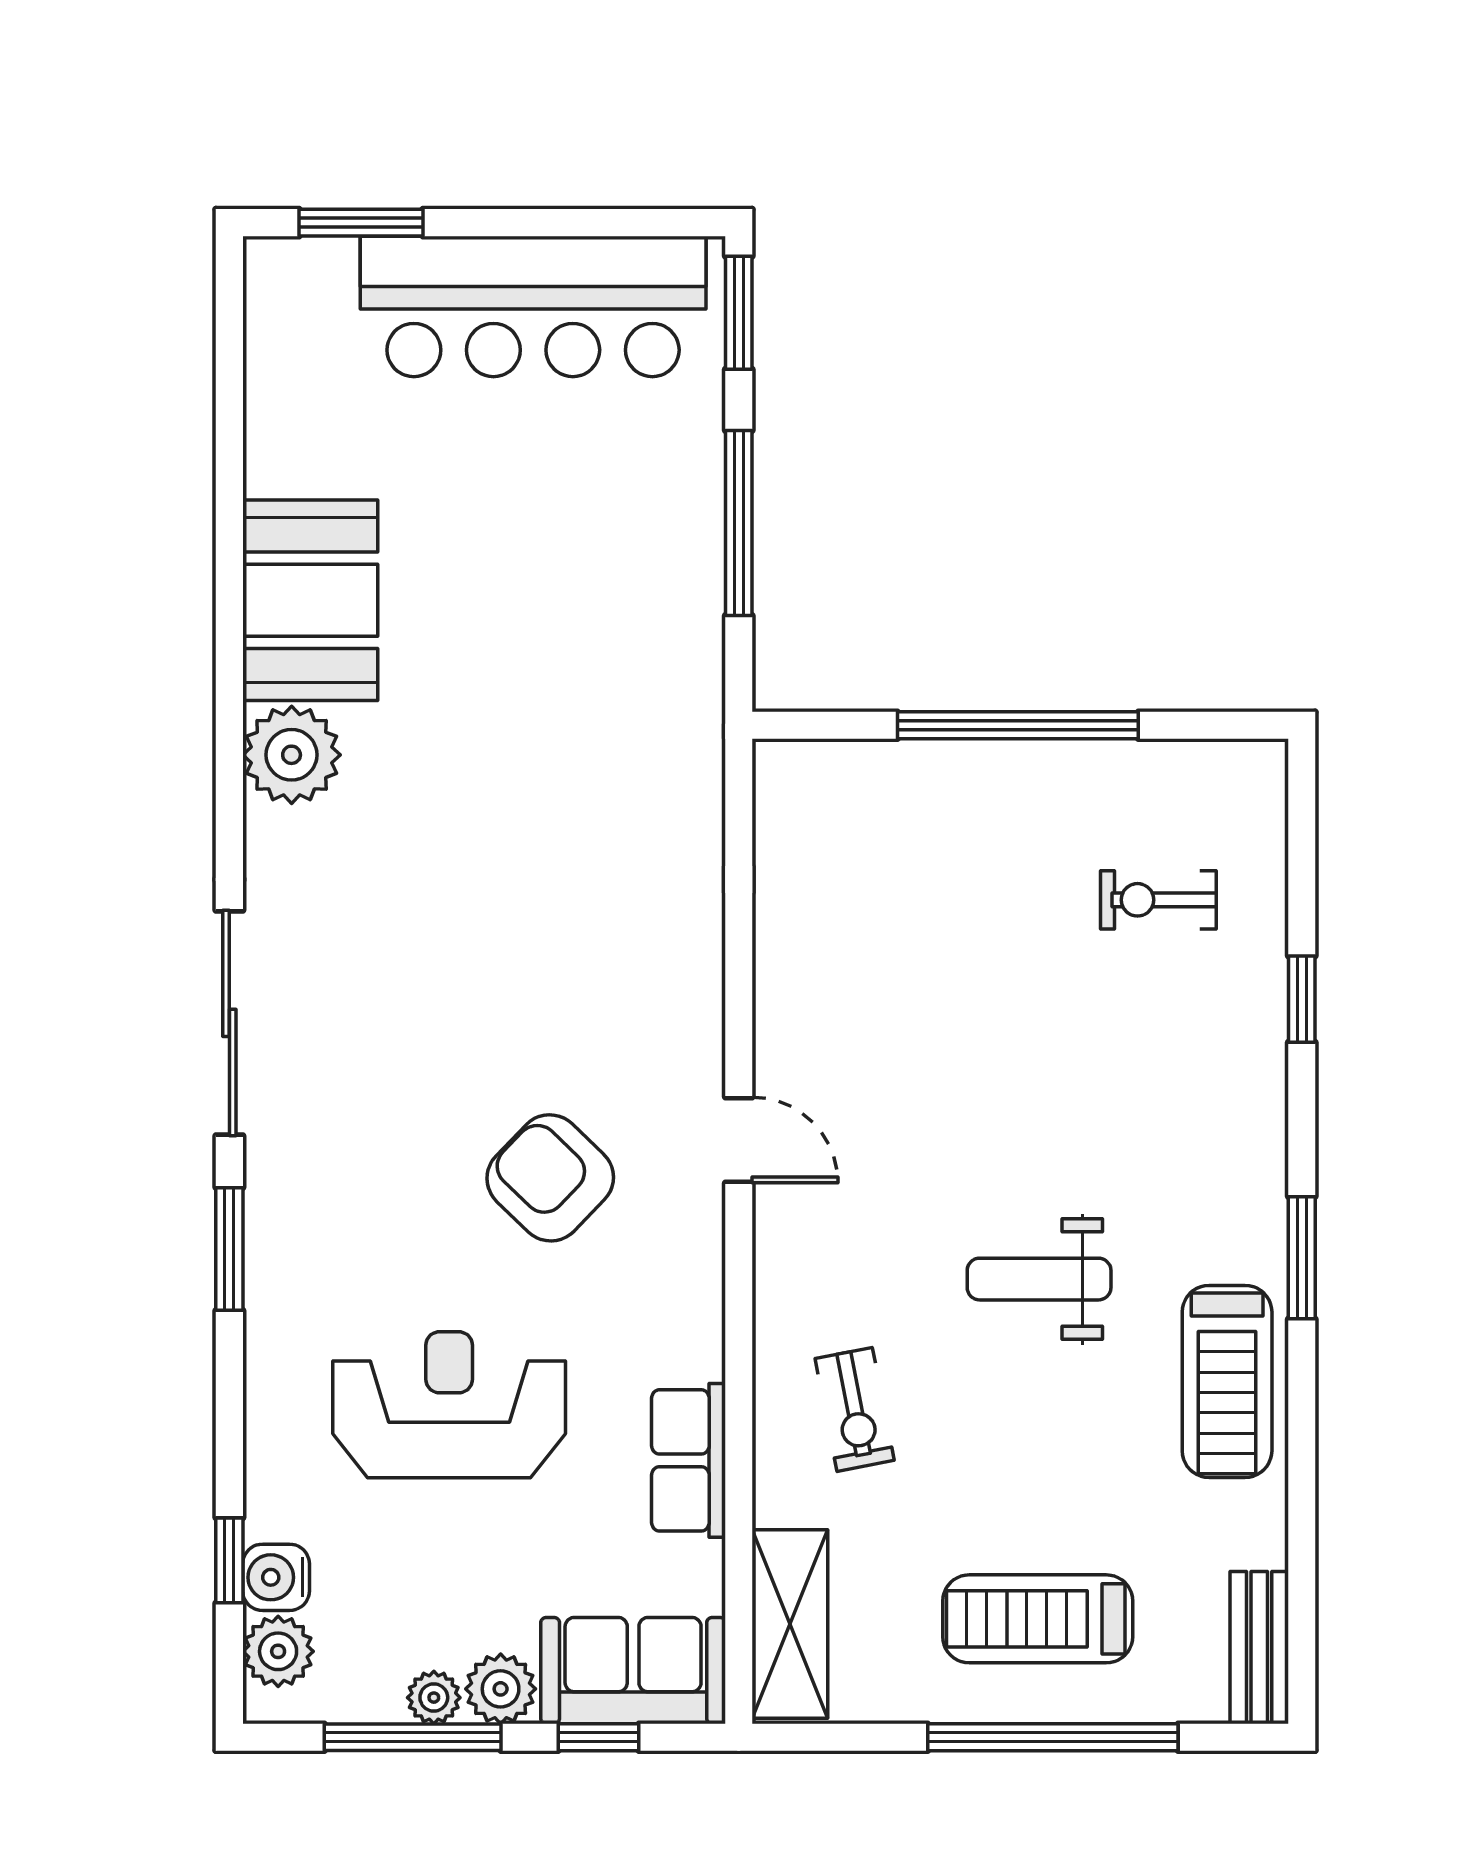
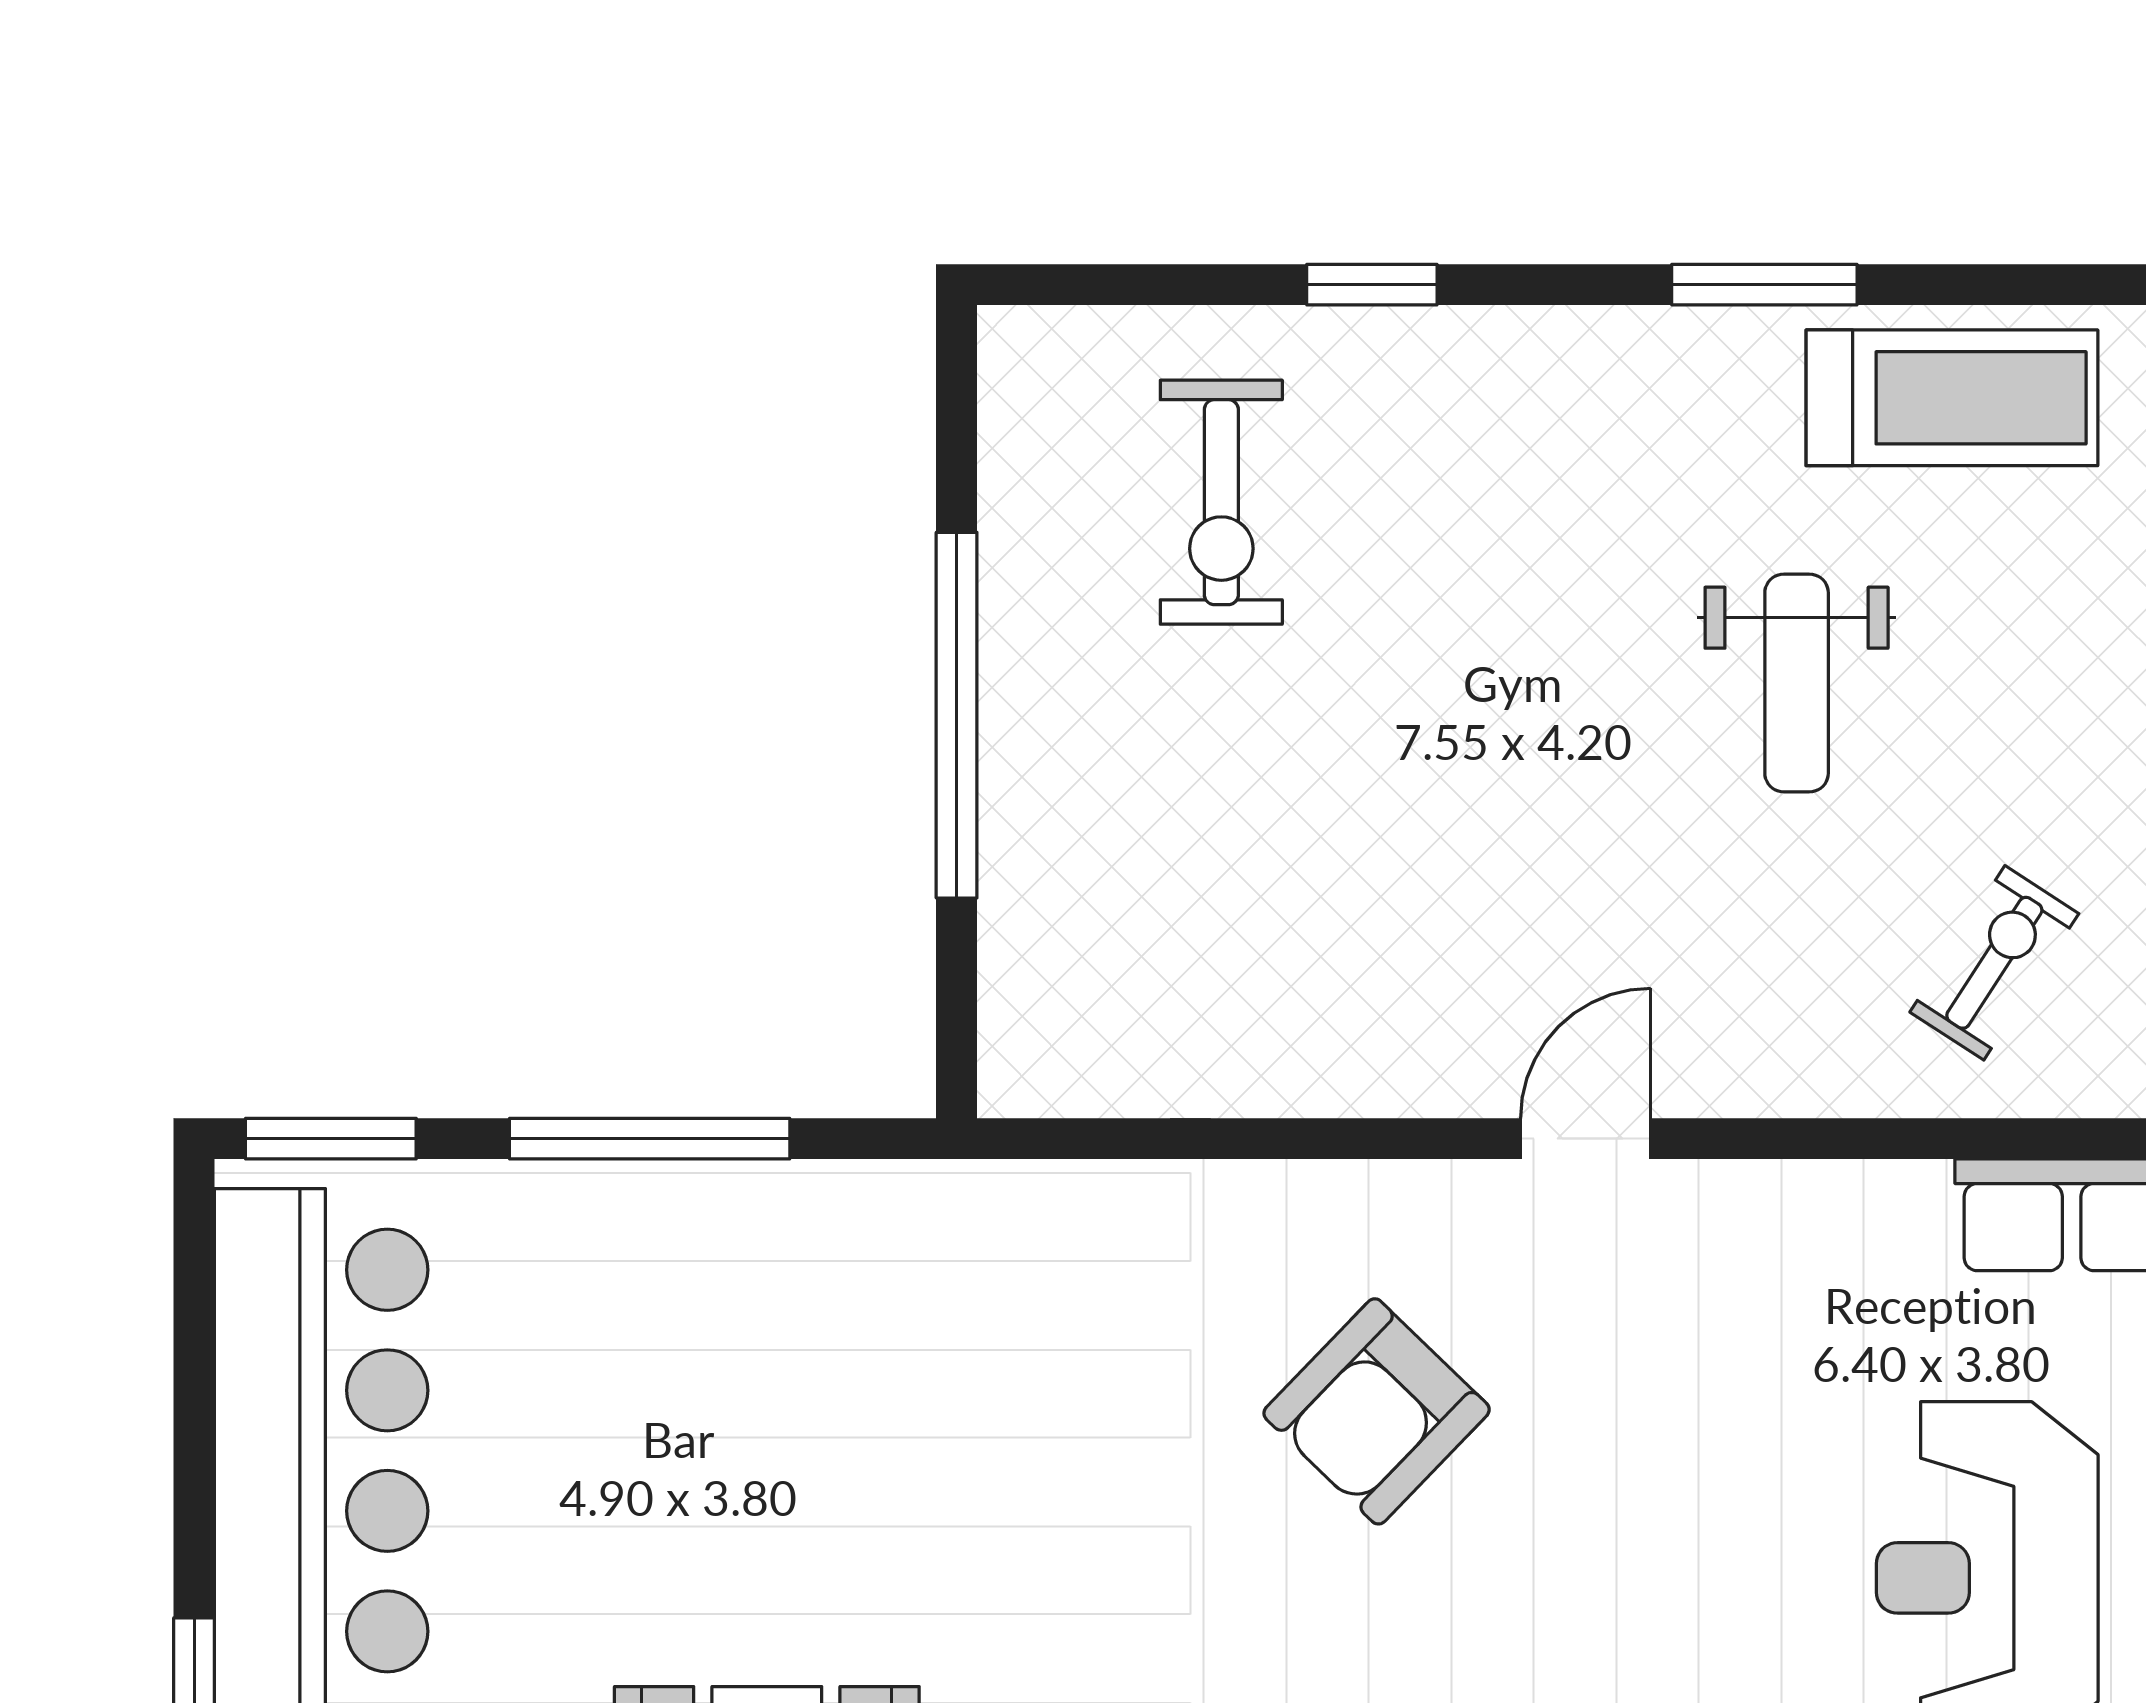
exercise bike: (1158, 900) -> (1221, 502), width x1.38, depth x1.39
armchair: (550, 1178) -> (1377, 1411), moved
exercise bike: (855, 1409) -> (1994, 963), turned -46

